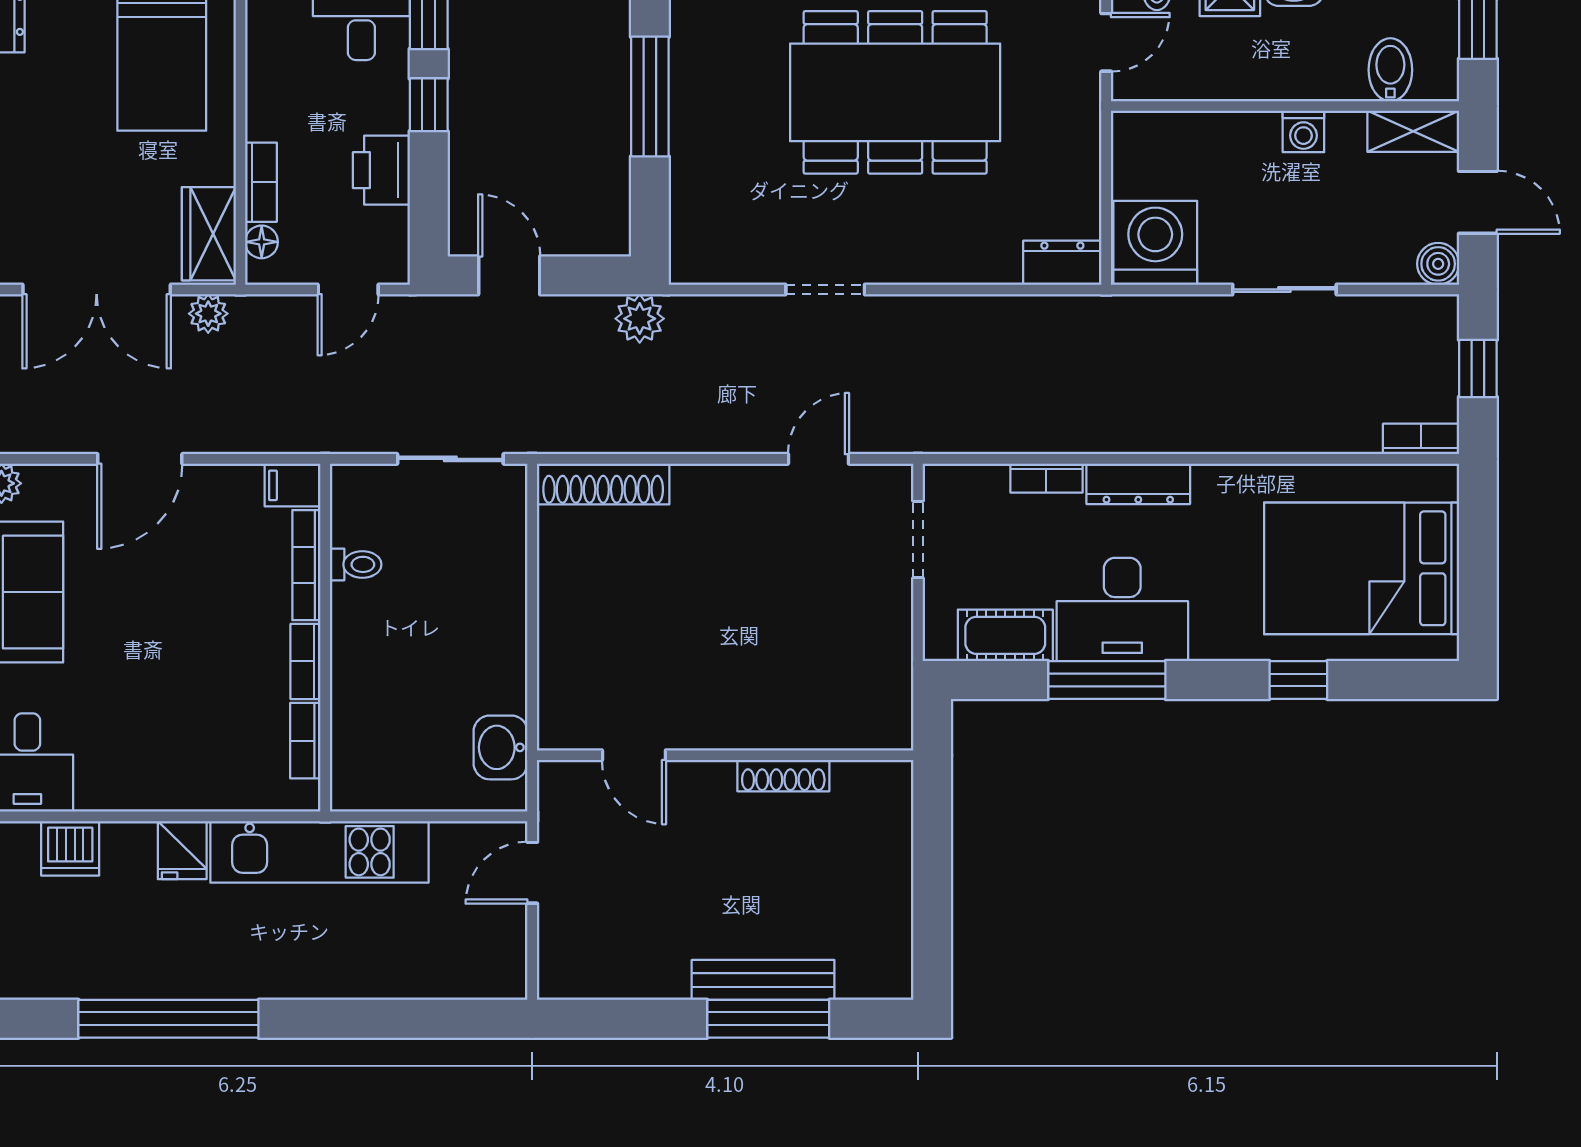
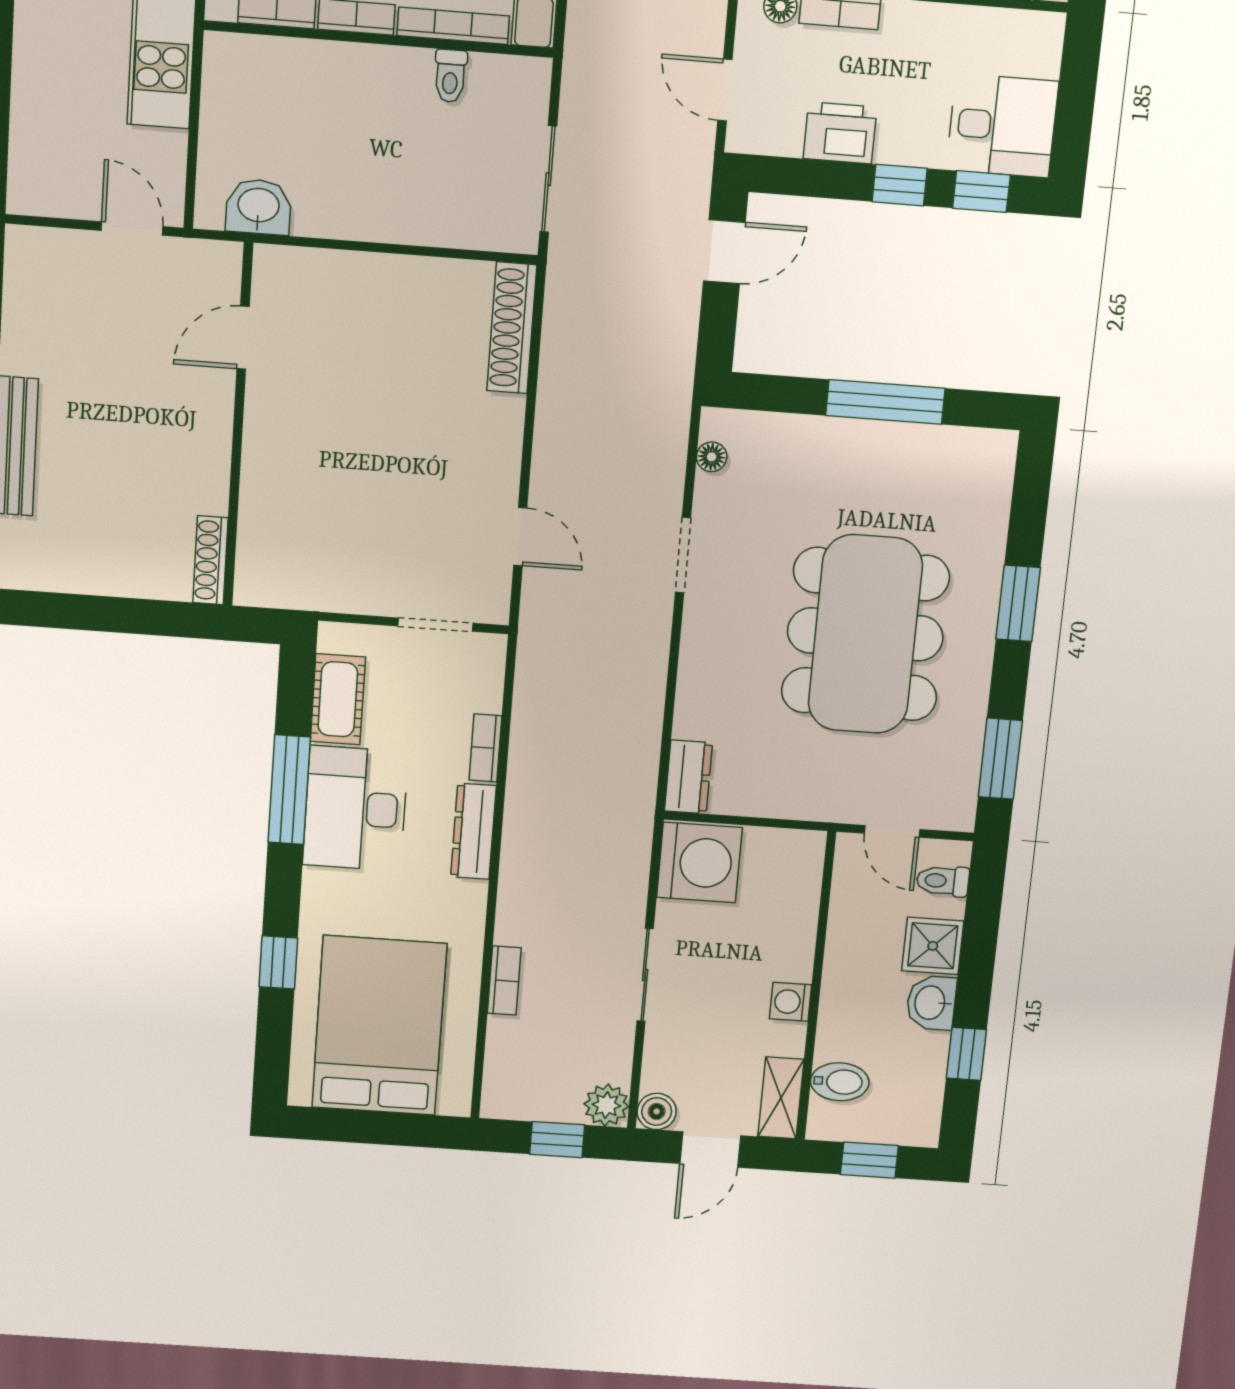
floor lamp: (720, 269) -> (712, 457), added
plant: (640, 319) -> (606, 1105), moved
bookcase: (1421, 439) -> (504, 981), moved
shoe rack: (783, 776) -> (210, 560), moved

